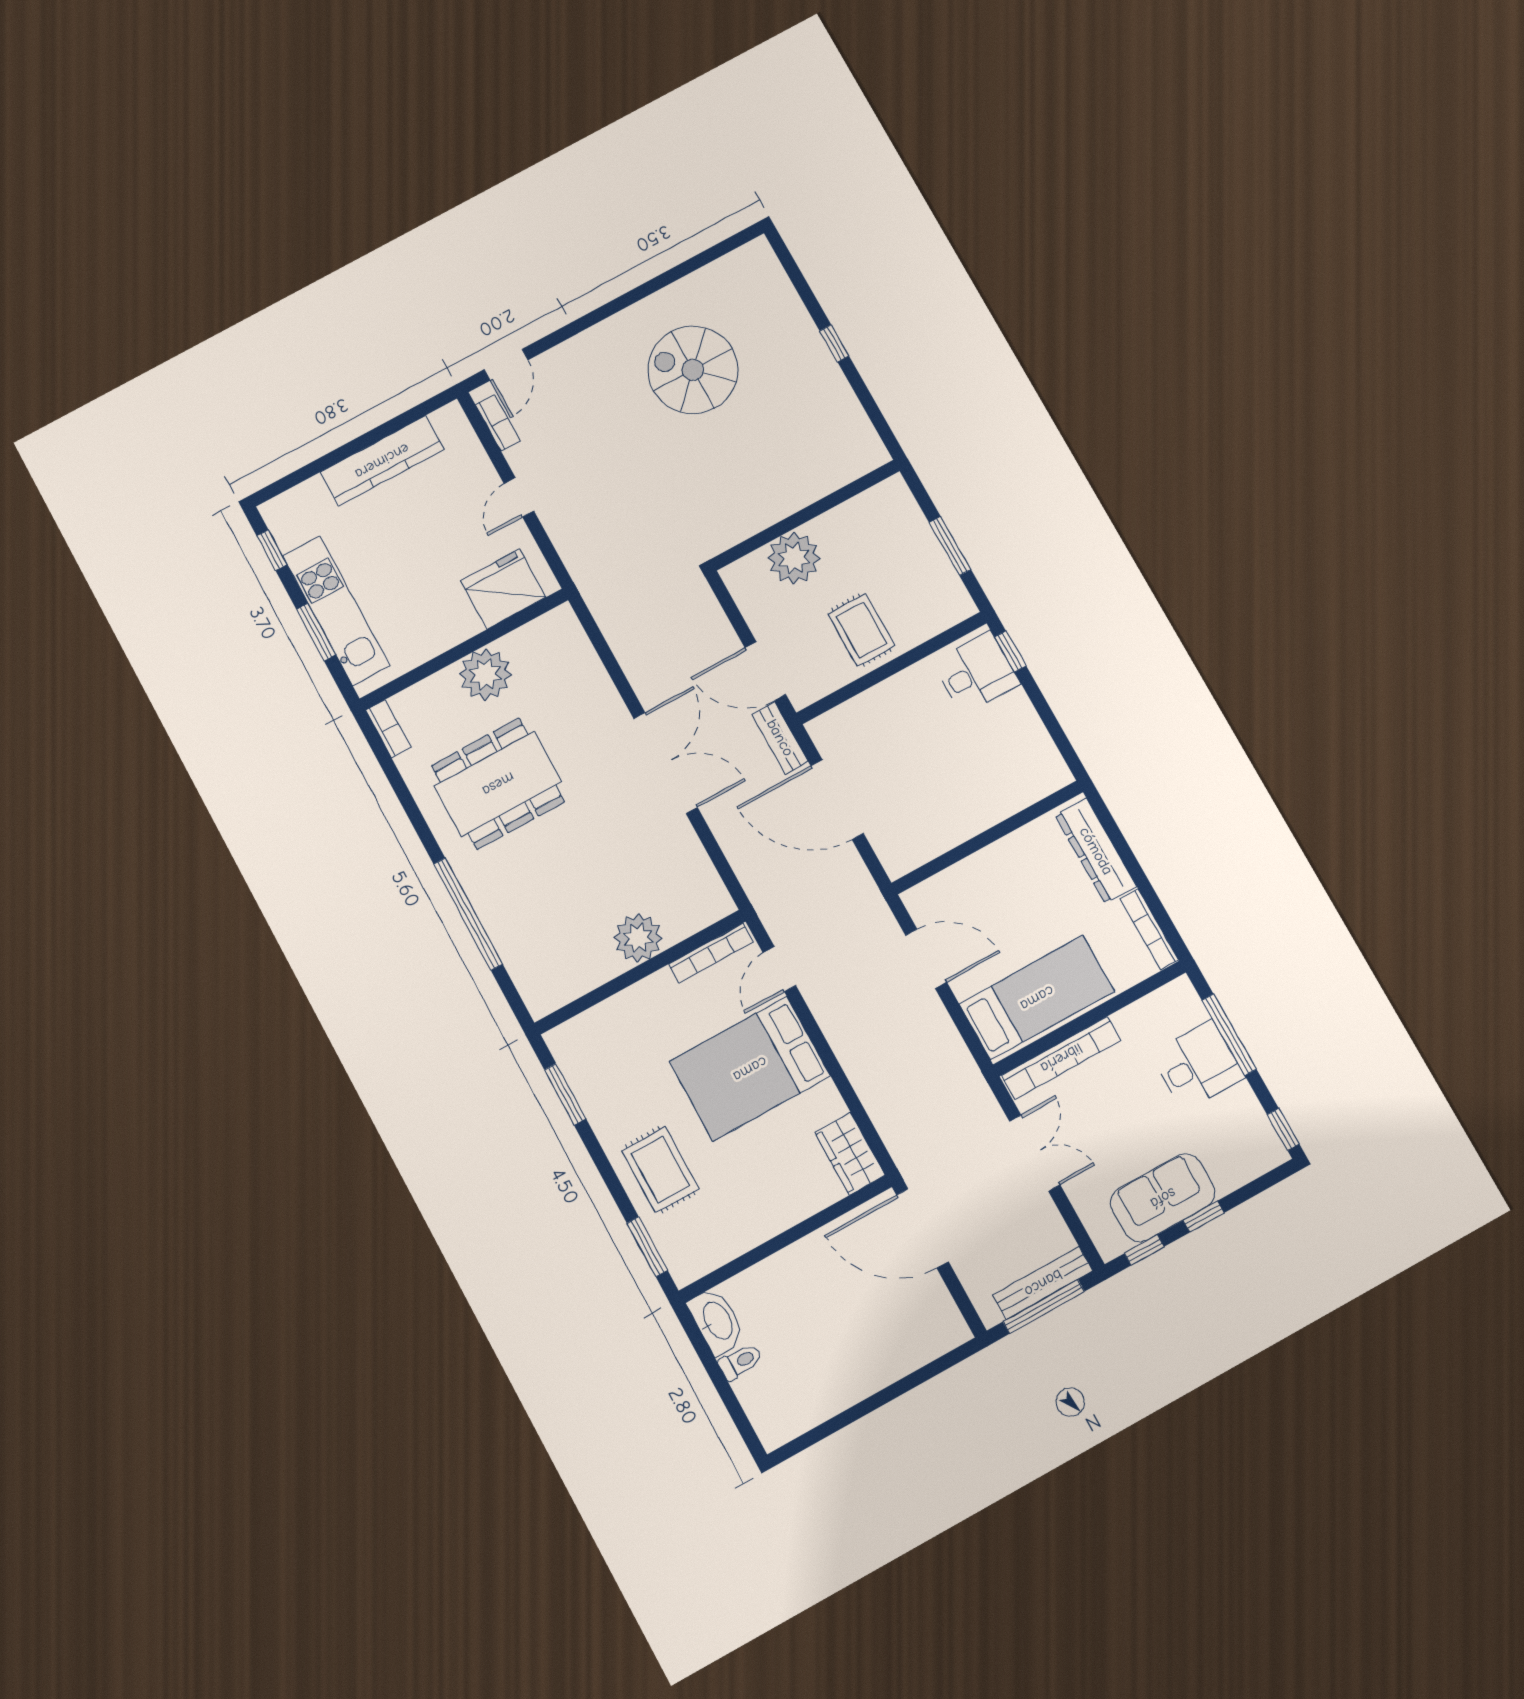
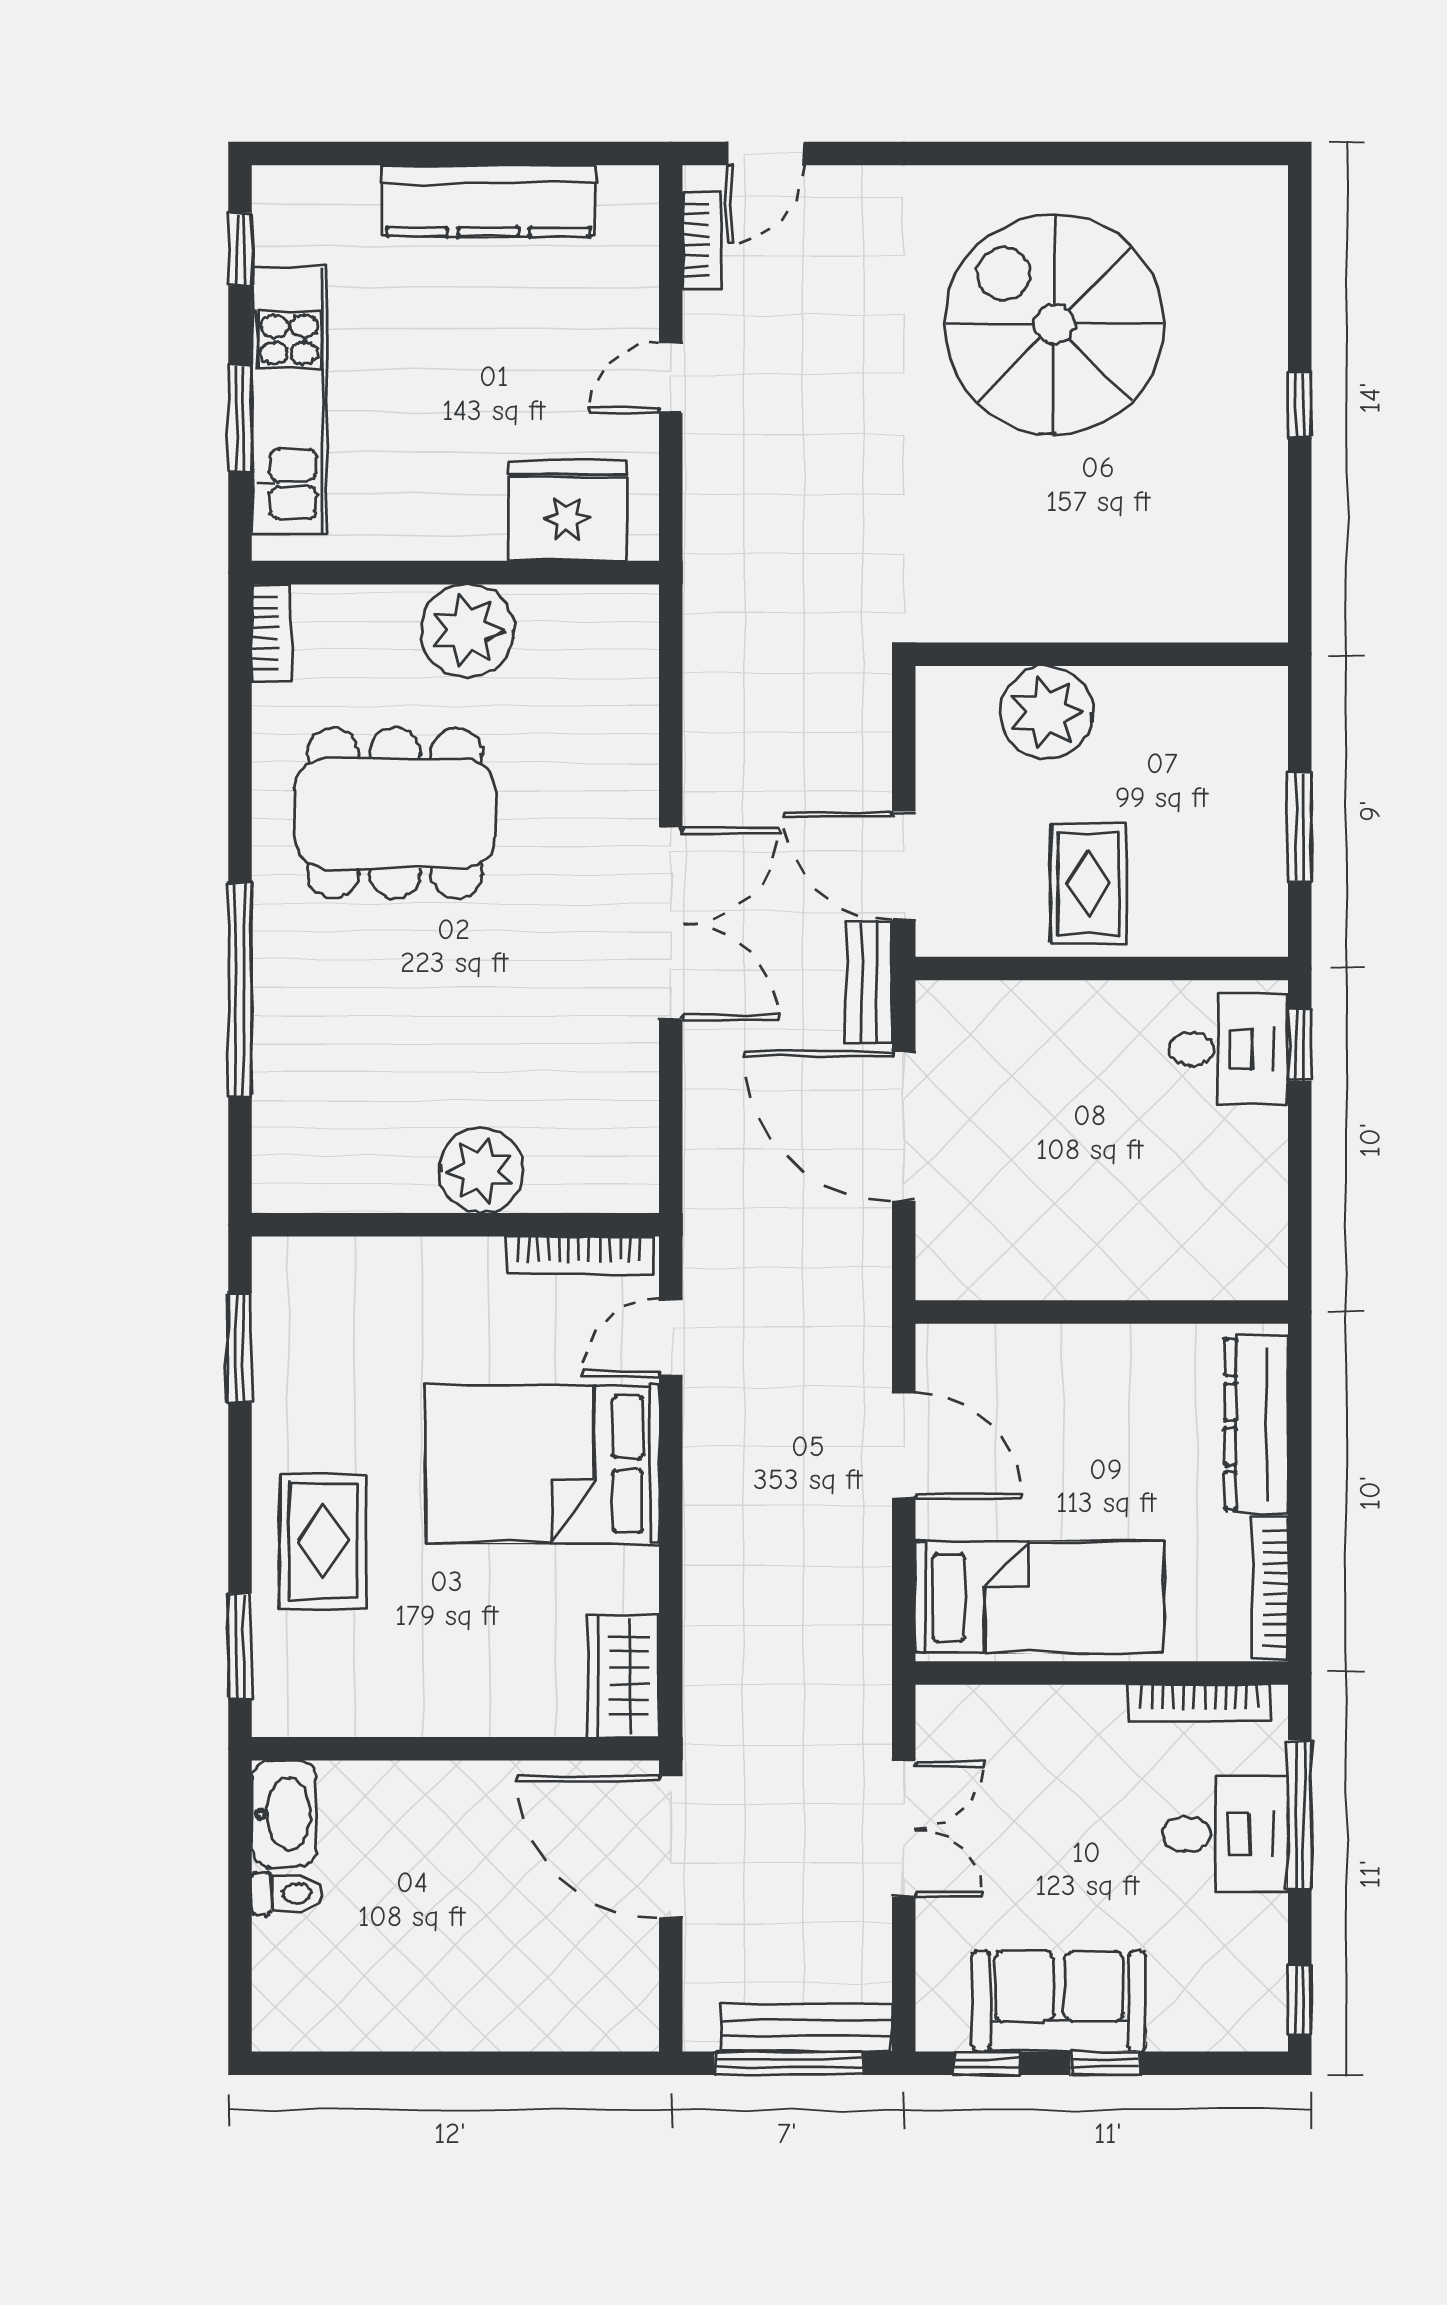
spiral stairs: (693, 370) -> (1054, 324), width x1.37, depth x1.37
bookcase: (1061, 1058) -> (1199, 1703), moved, width x0.68, depth x0.76

